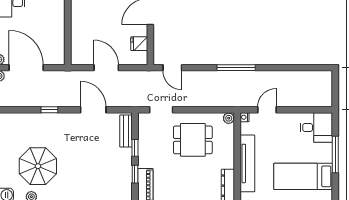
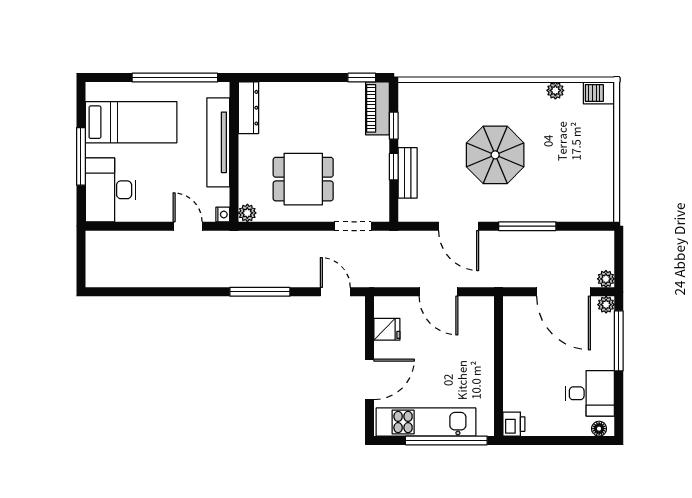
window: (236, 68) -> (260, 292), moved
window: (49, 110) -> (527, 226), width x2.17
door: (267, 110) -> (188, 226), swing flipped
desk: (316, 127) -> (110, 190), width x1.37
bench: (126, 131) -> (408, 173), moved
parasol: (38, 166) -> (495, 155), moved

